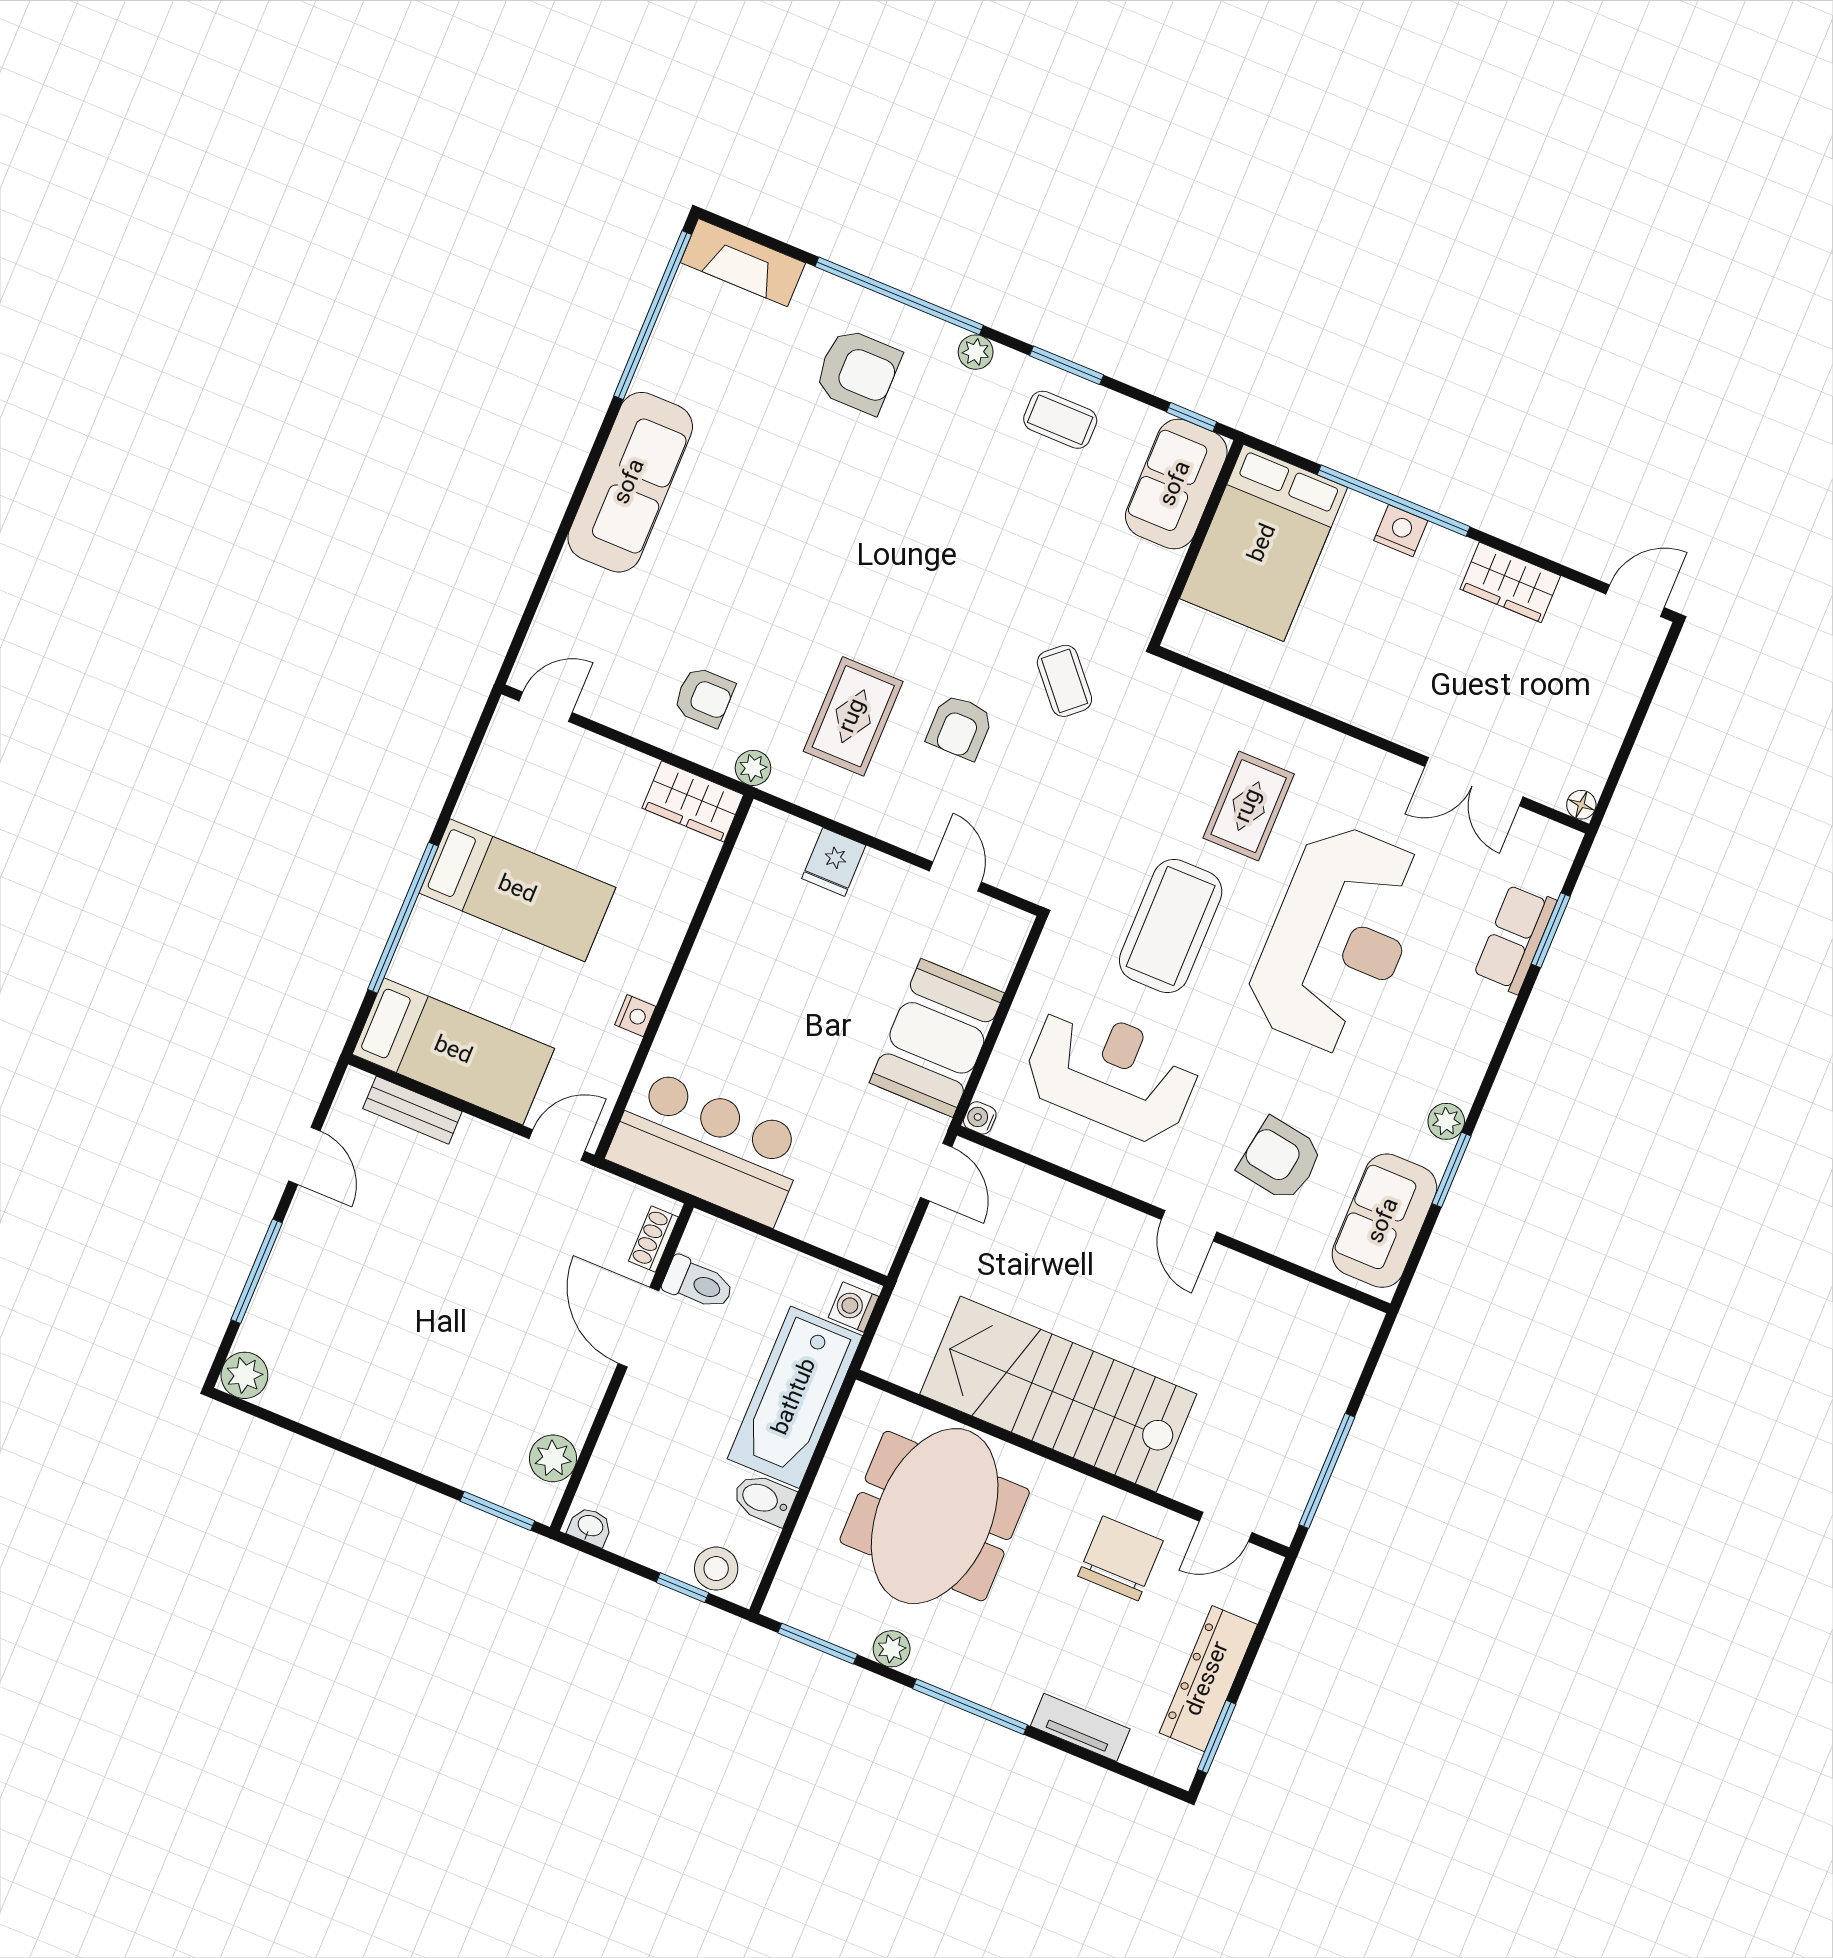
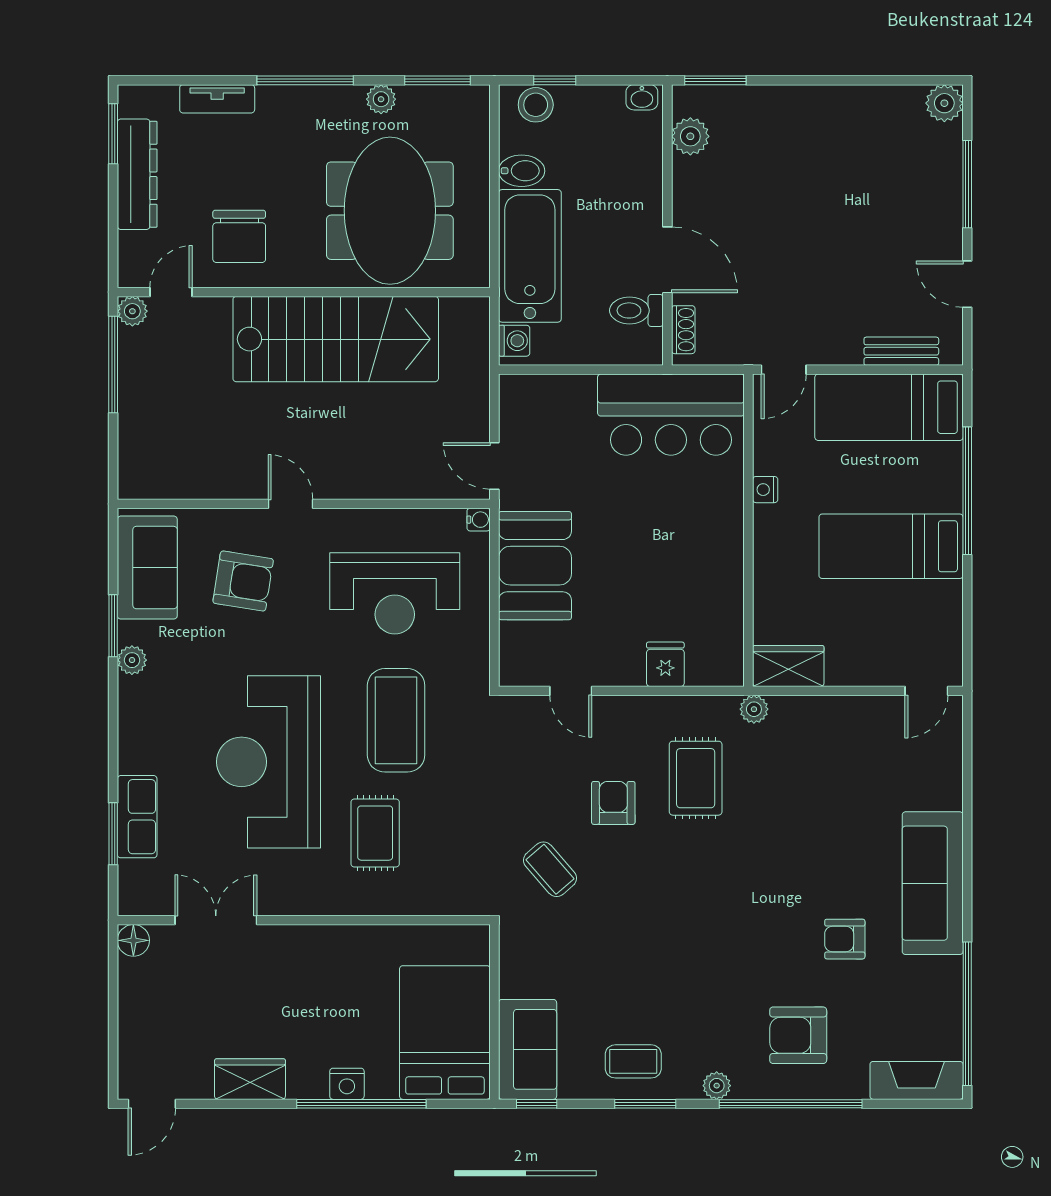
armchair: (704, 697) -> (845, 939), moved
floor lamp: (1581, 805) -> (133, 940), width x1.37, depth x1.37
plant: (1279, 1523) -> (132, 311), added

